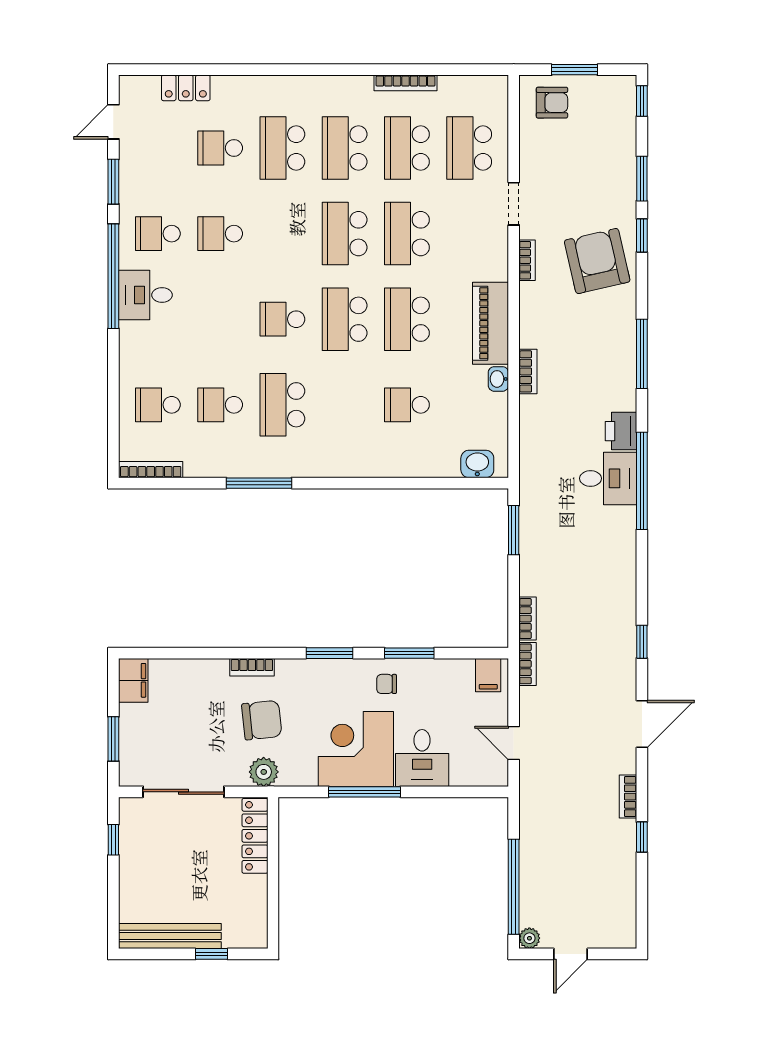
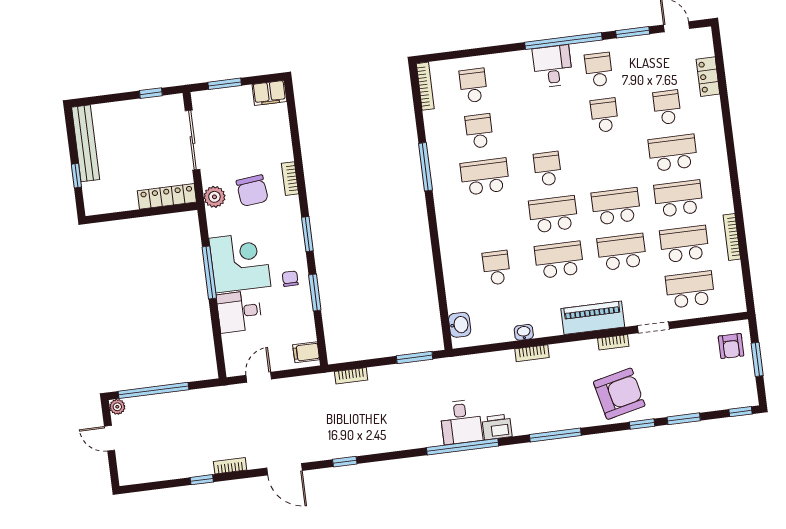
piano: (491, 323) -> (593, 318), moved
bookcase: (528, 664) -> (318, 380), removed

